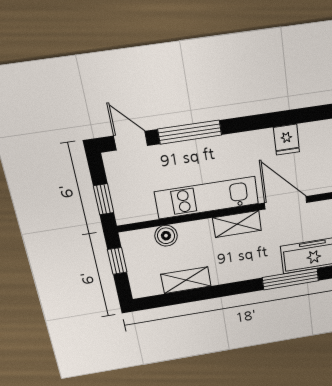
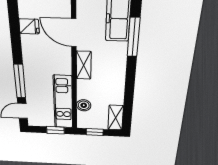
kitchen unit: (207, 198) -> (63, 102), moved
door: (286, 203) -> (74, 33), hinge flipped
shelving: (186, 280) -> (116, 118), moved

